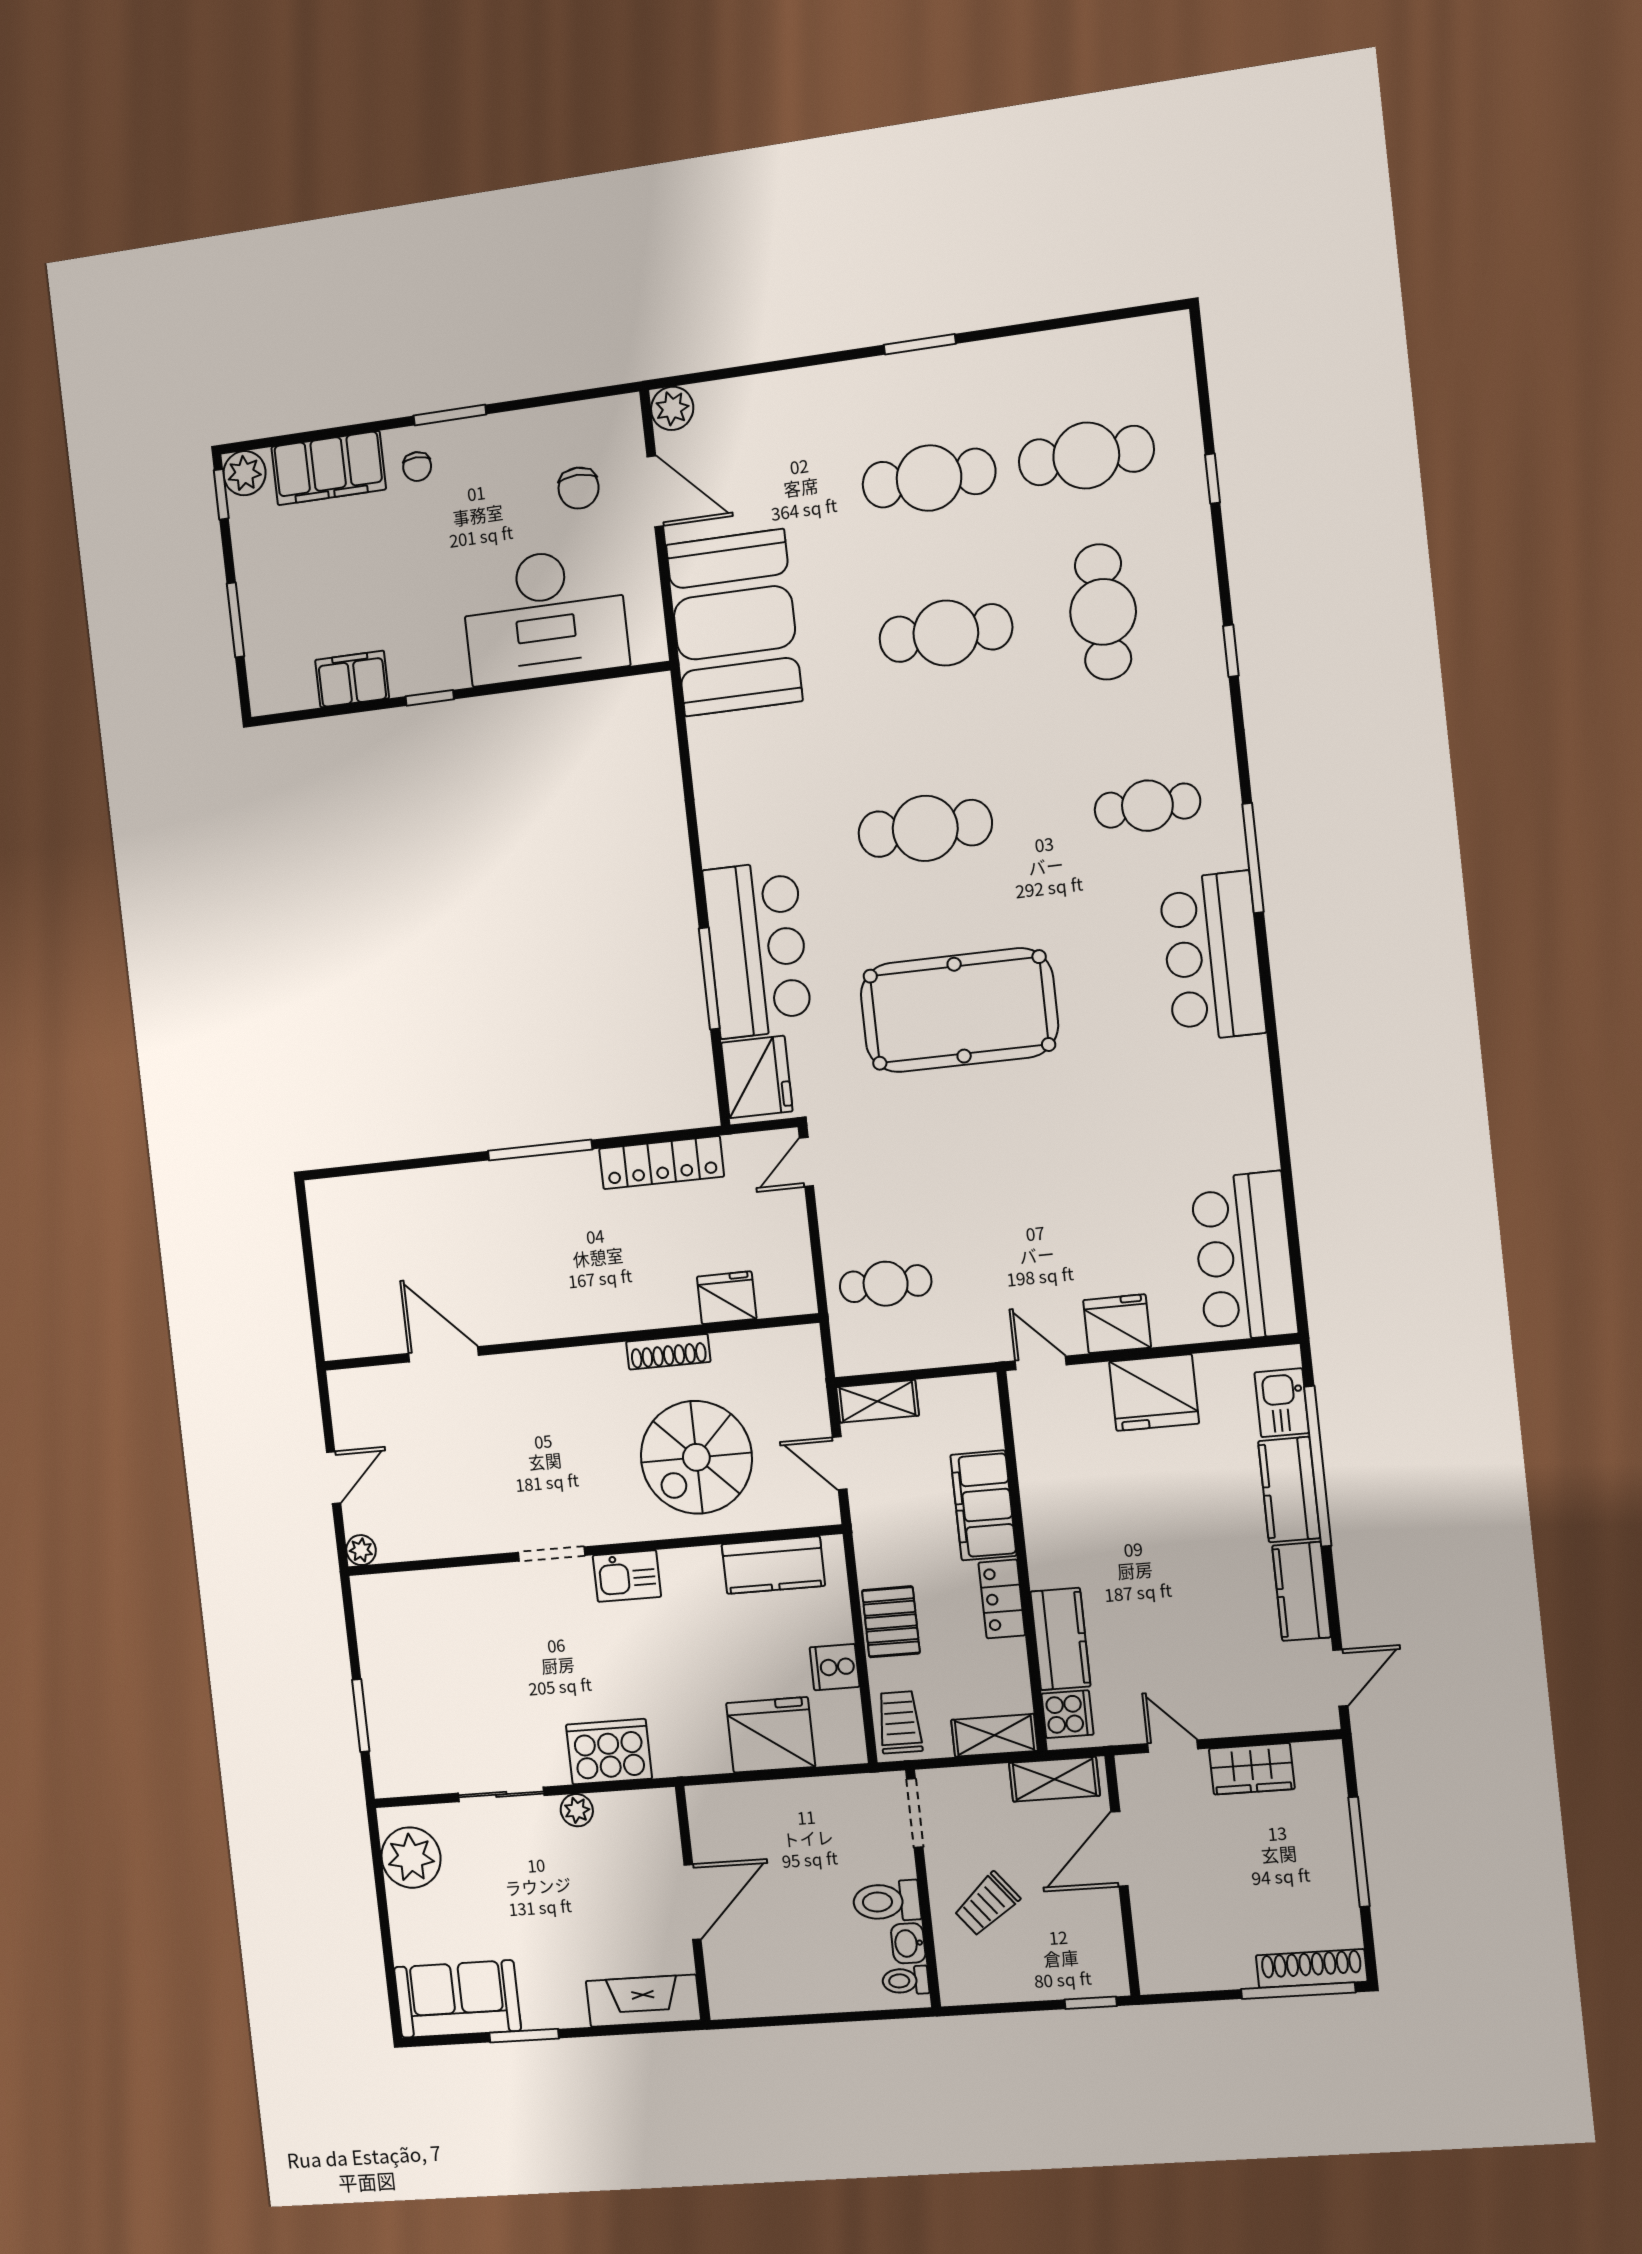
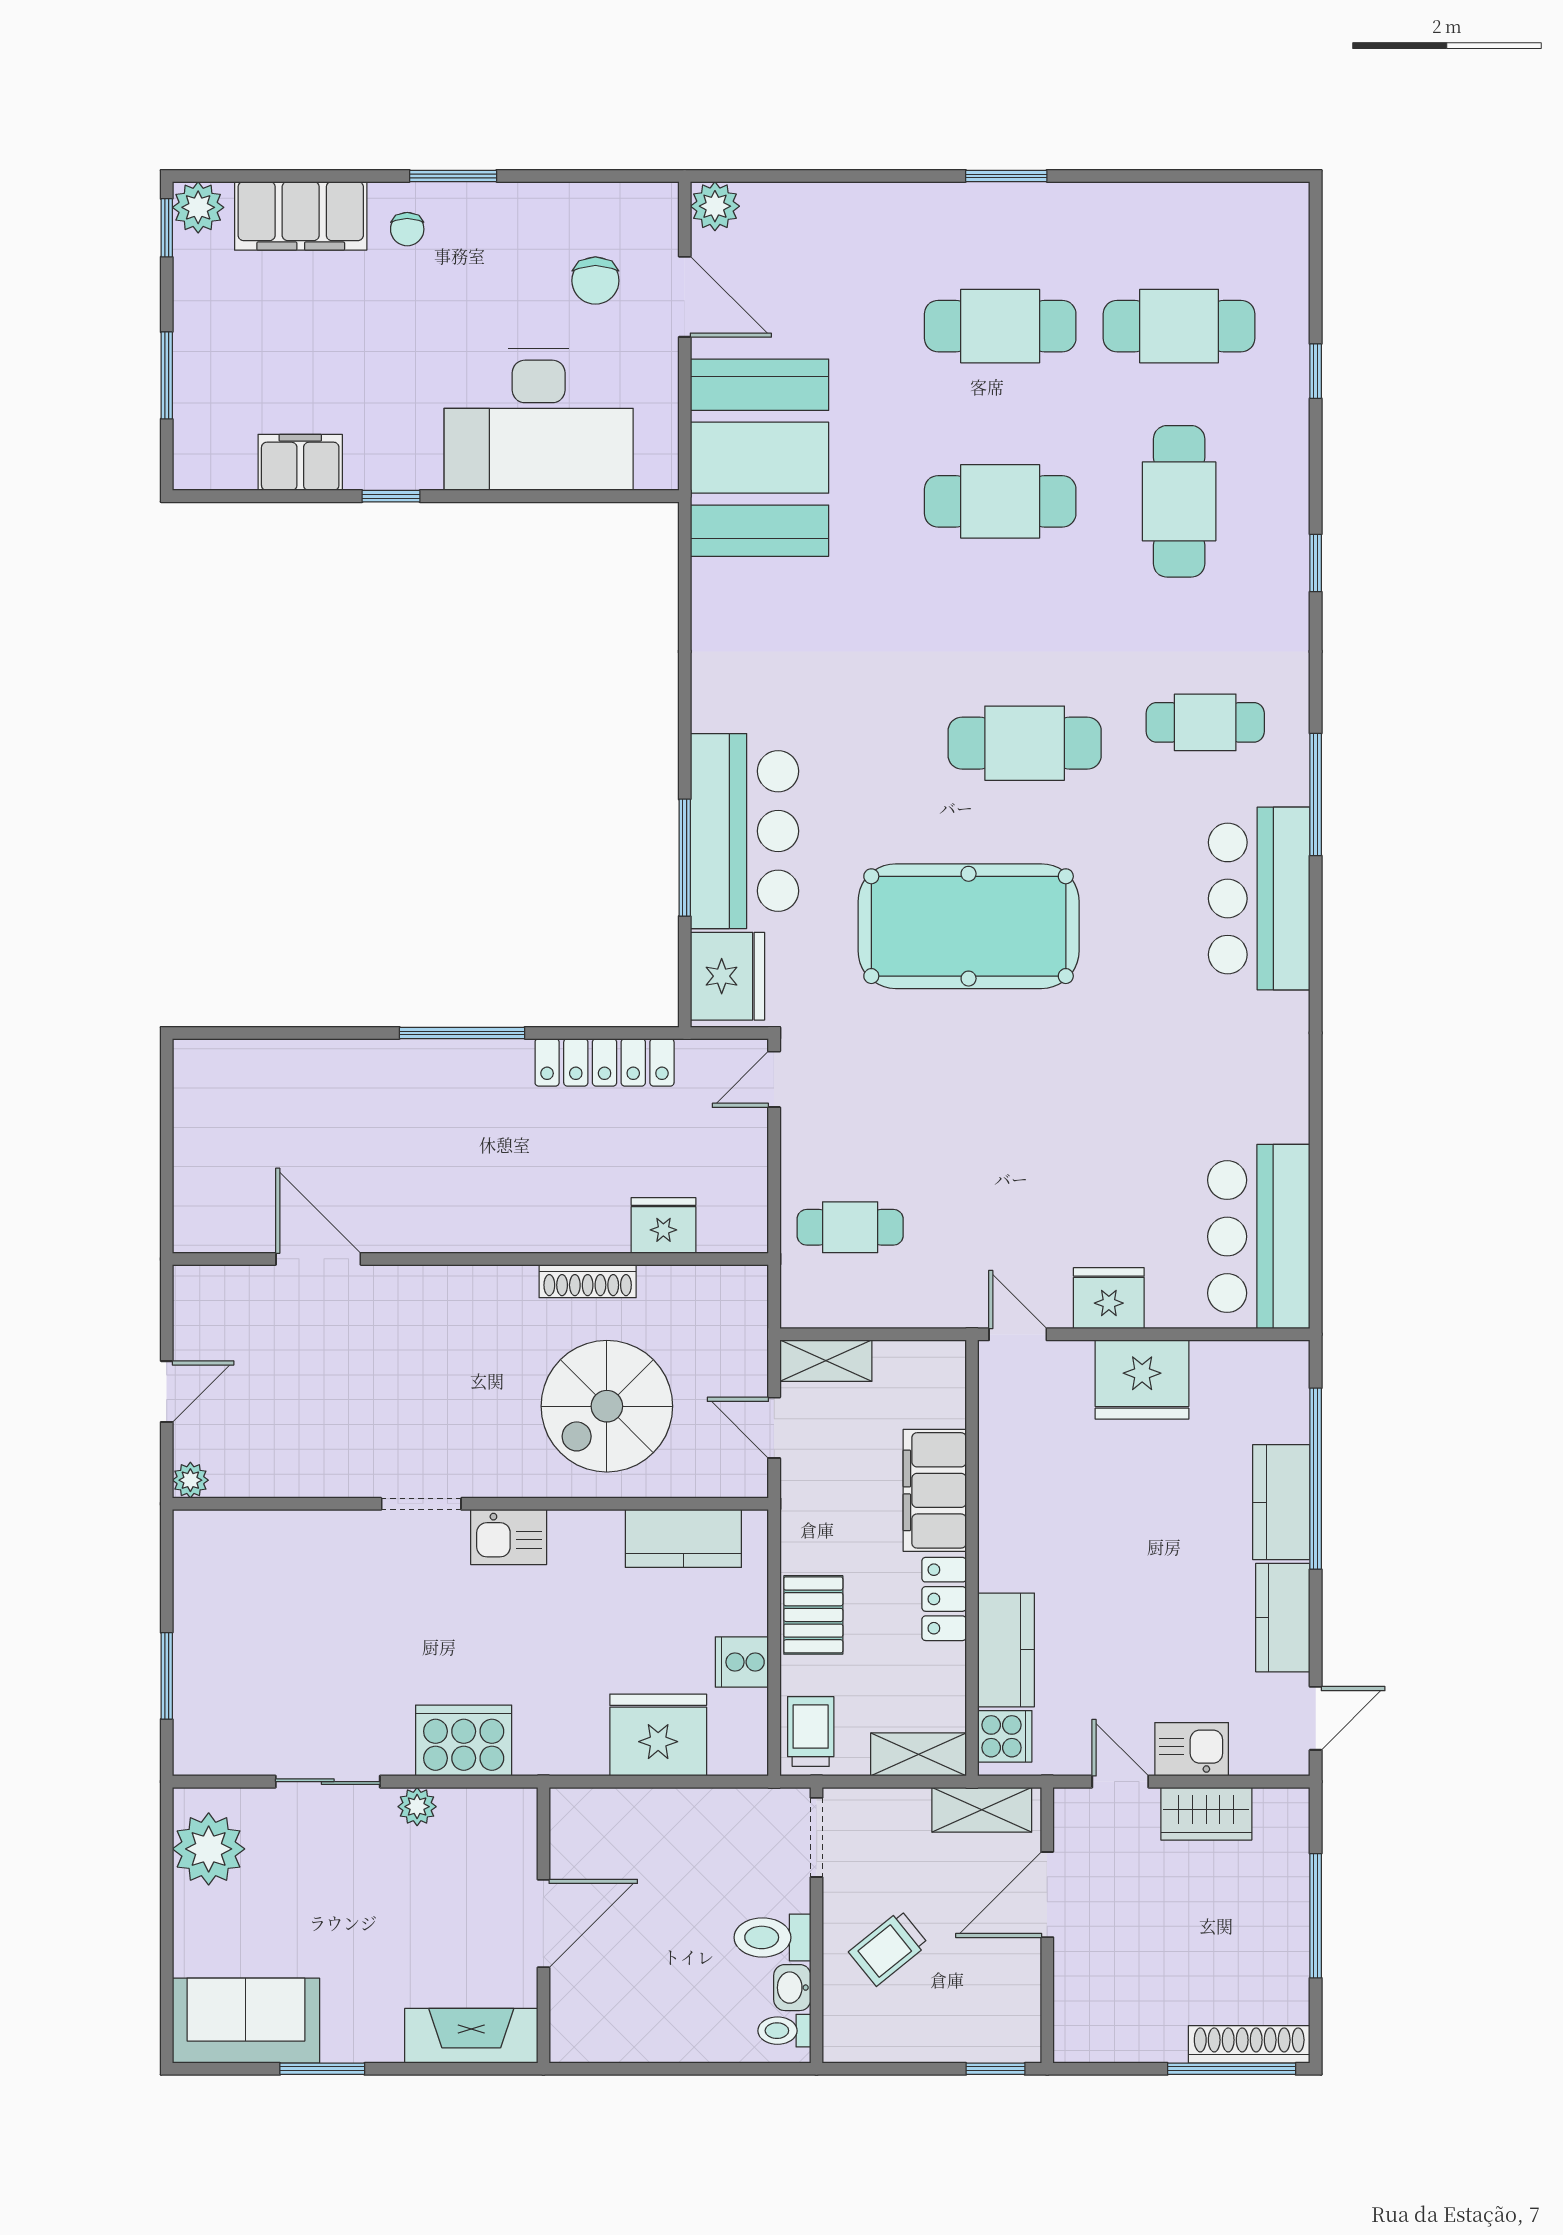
cafe table: (925, 828) -> (1025, 743), moved
kitchen sink: (1282, 1403) -> (1192, 1749), moved, turned 90

